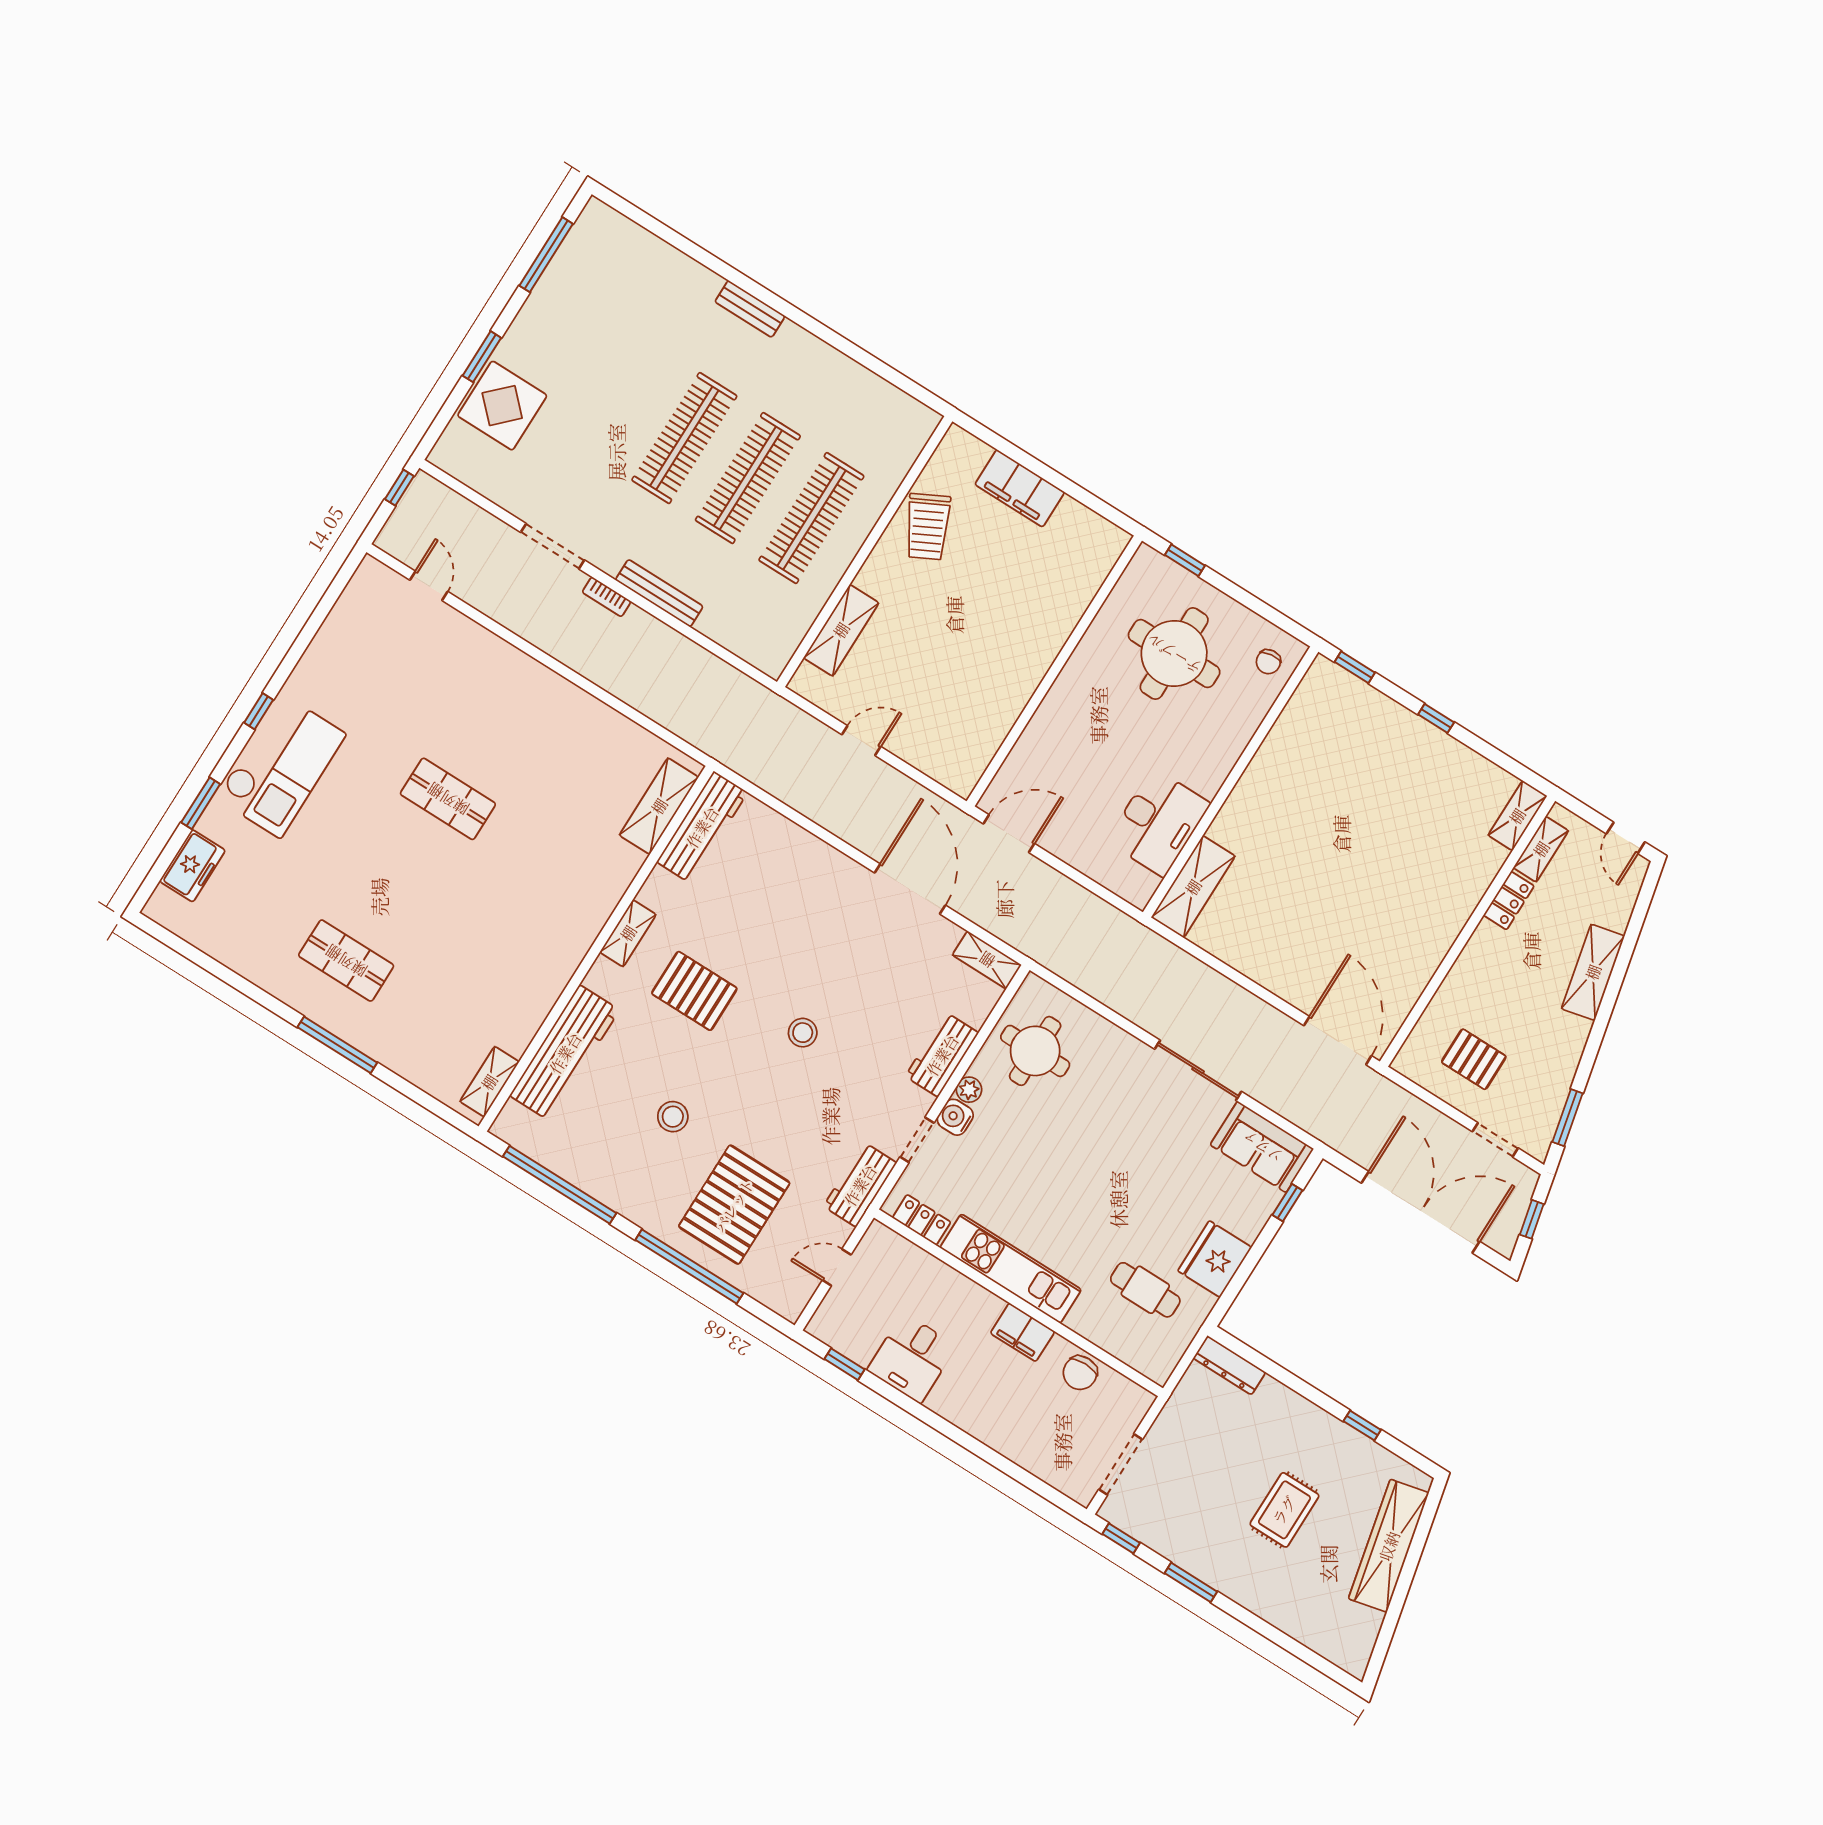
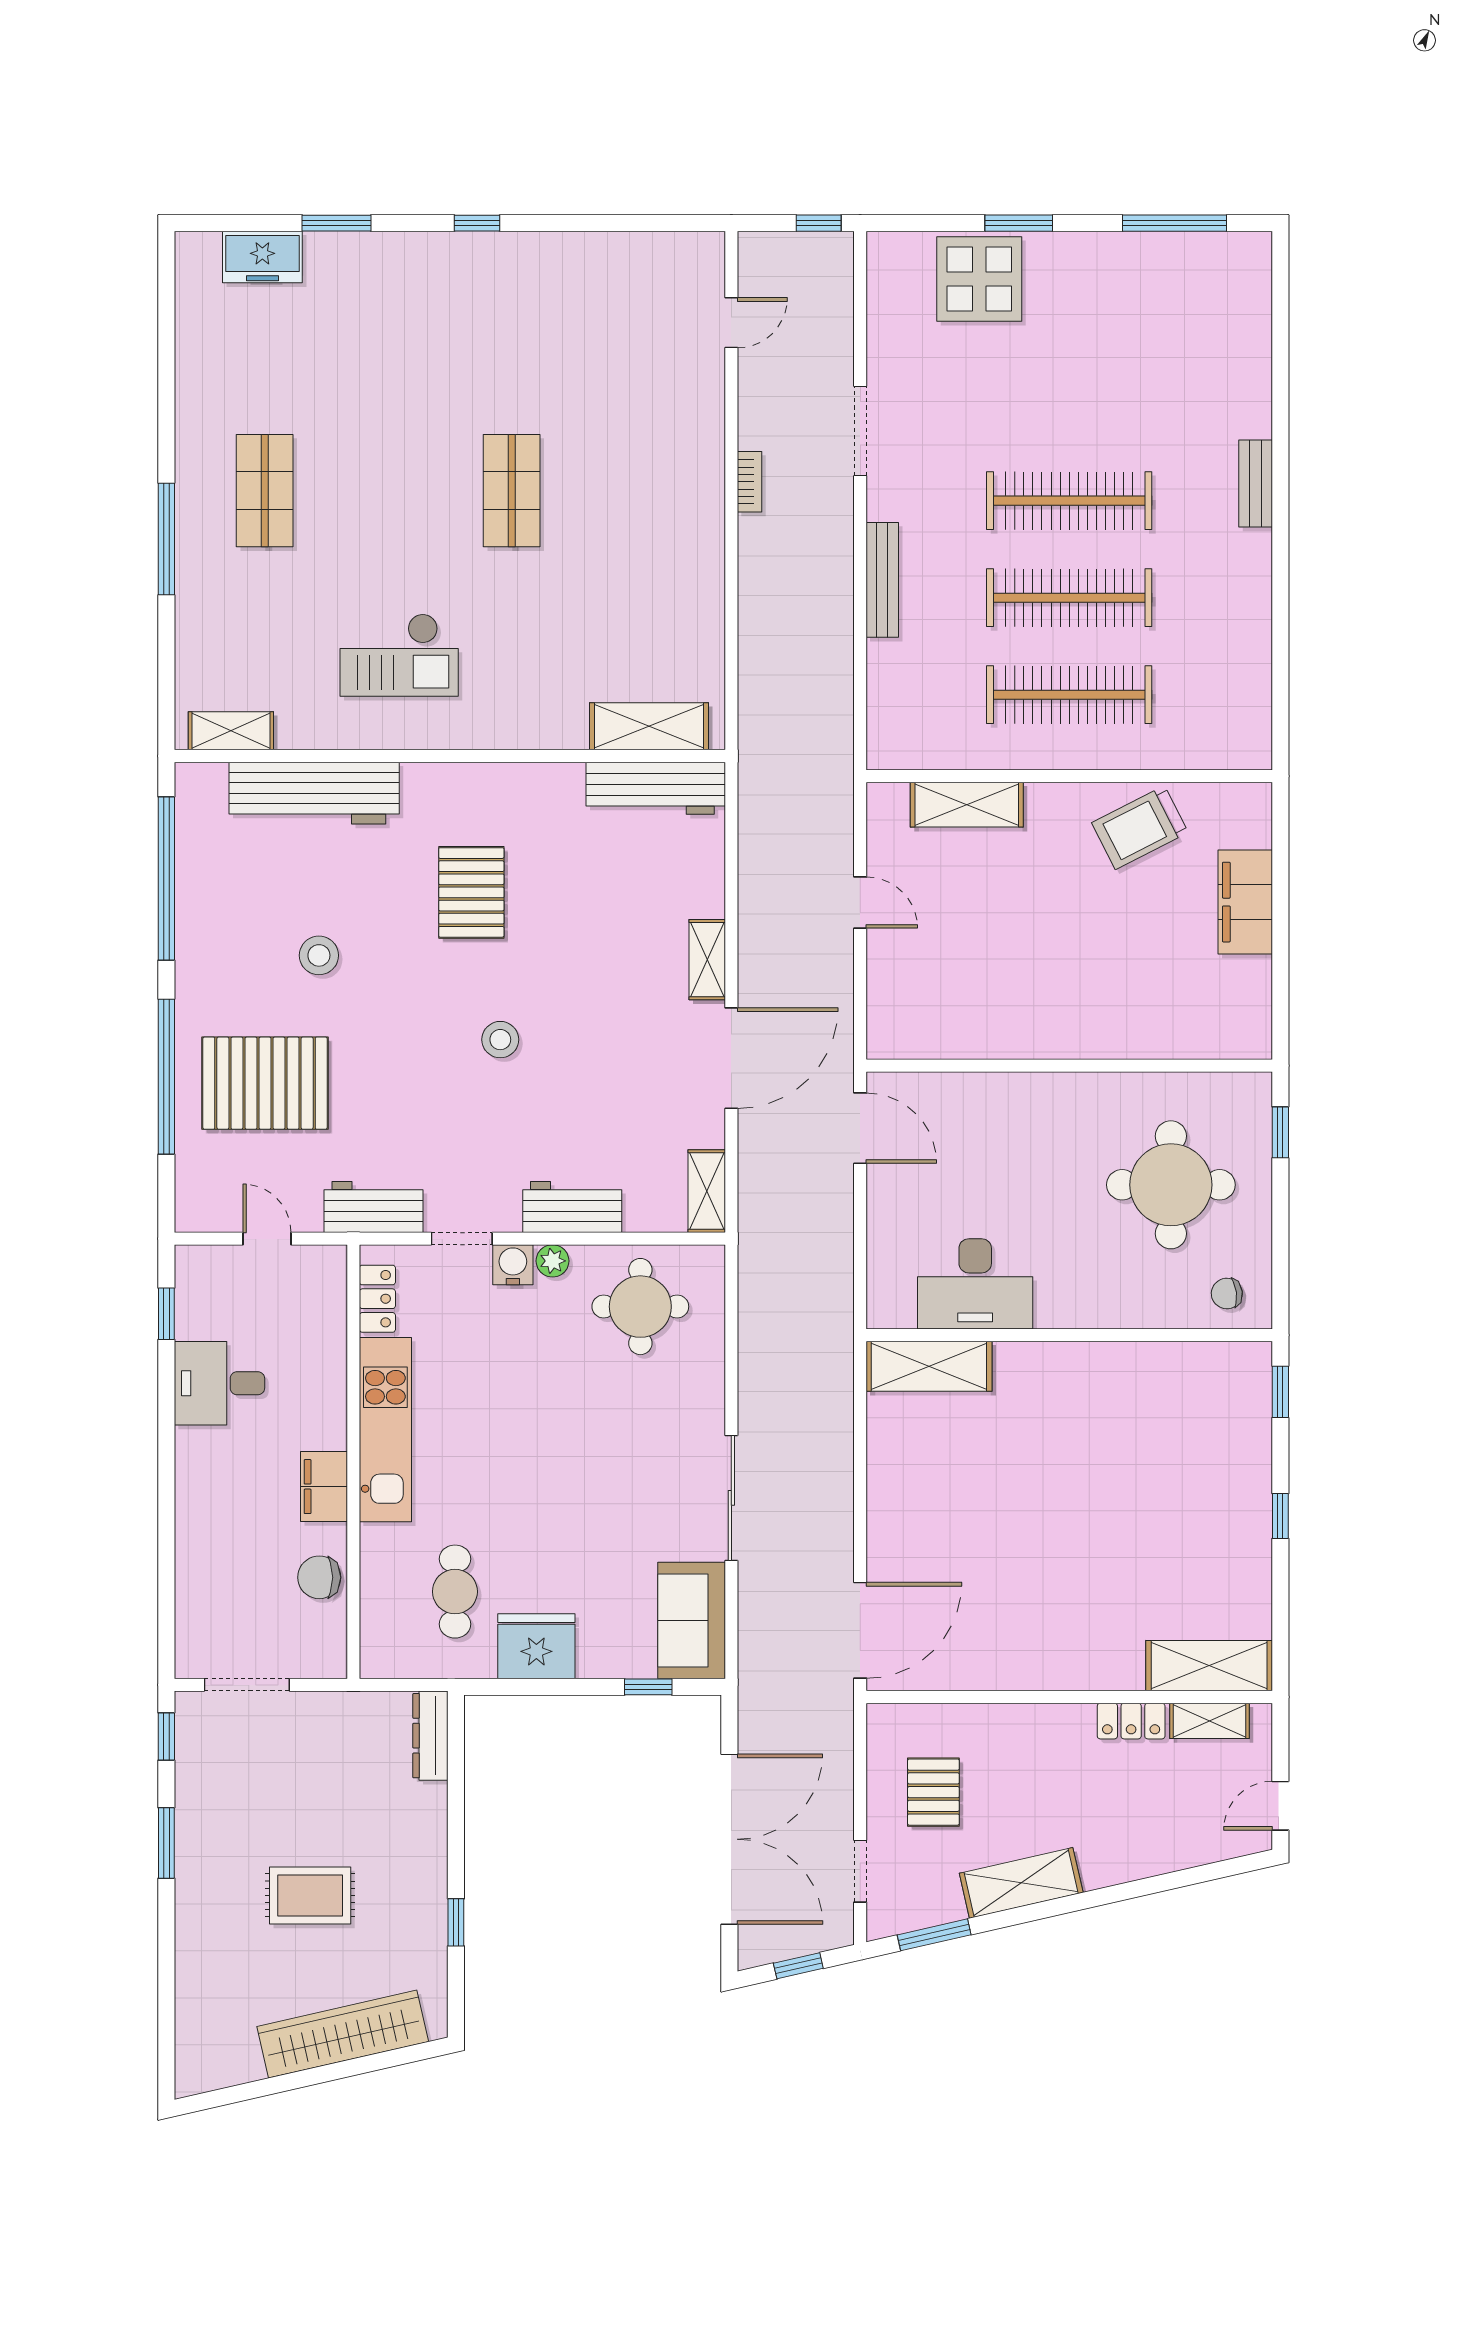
bookcase: (607, 597) -> (750, 482), moved, turned 180
checkout: (281, 766) -> (399, 655), moved, width x0.73, depth x0.83
shelving: (1517, 816) -> (1209, 1666), width x1.50, depth x1.33
shelving: (628, 933) -> (707, 960), moved, turned 90
shelving: (1593, 972) -> (1021, 1883), moved

